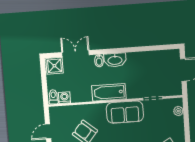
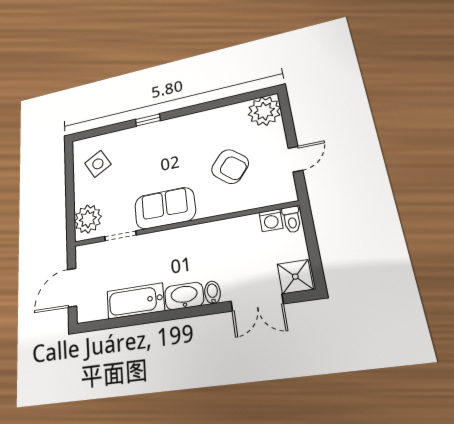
bathtub: (109, 92) -> (135, 301), moved, turned 180
plant: (178, 111) -> (88, 219), width x1.87, depth x1.87

